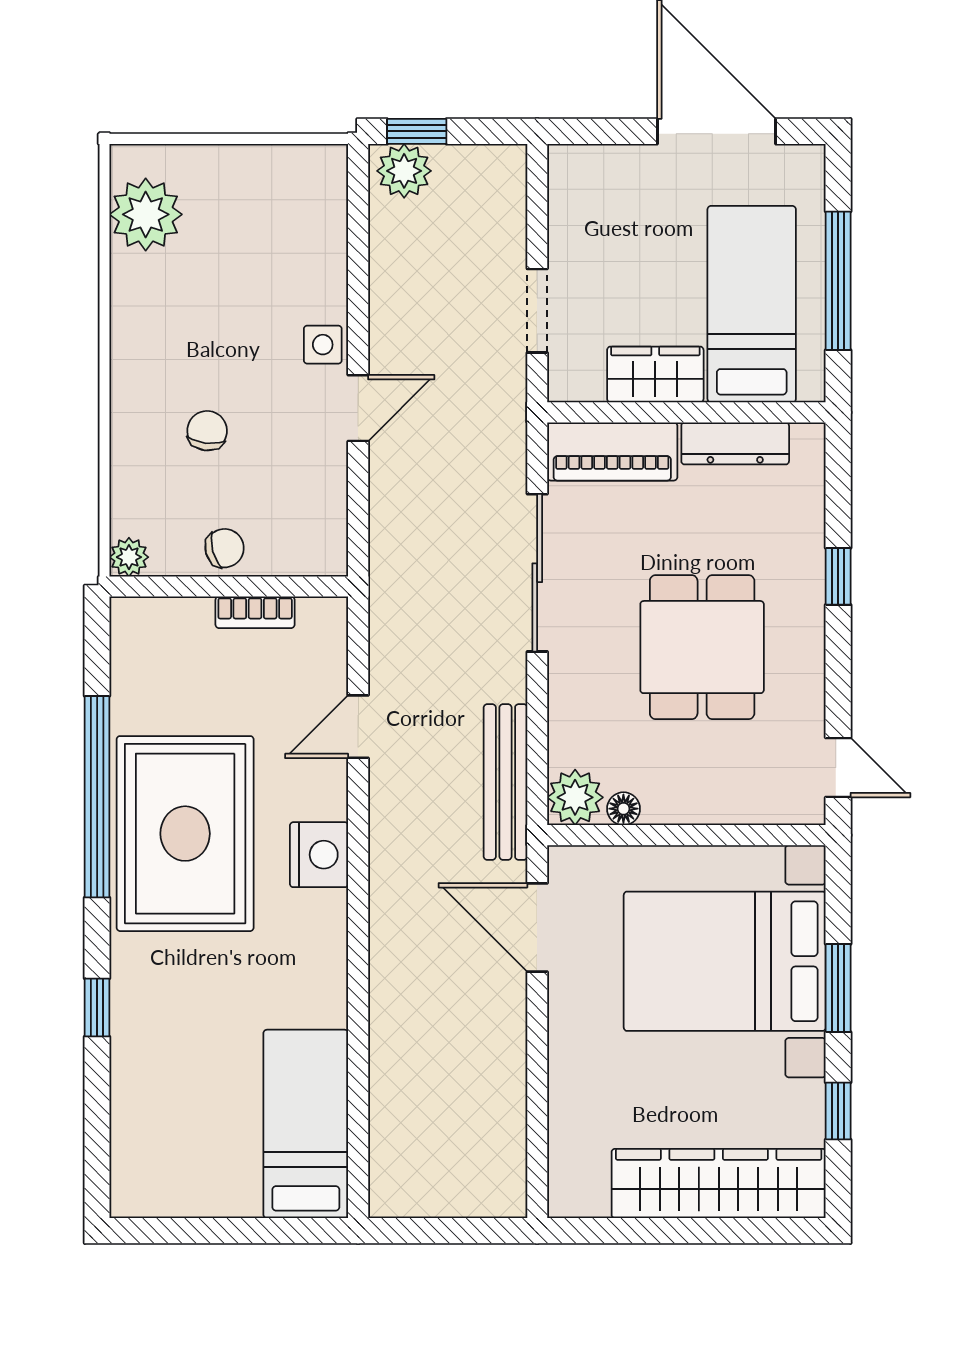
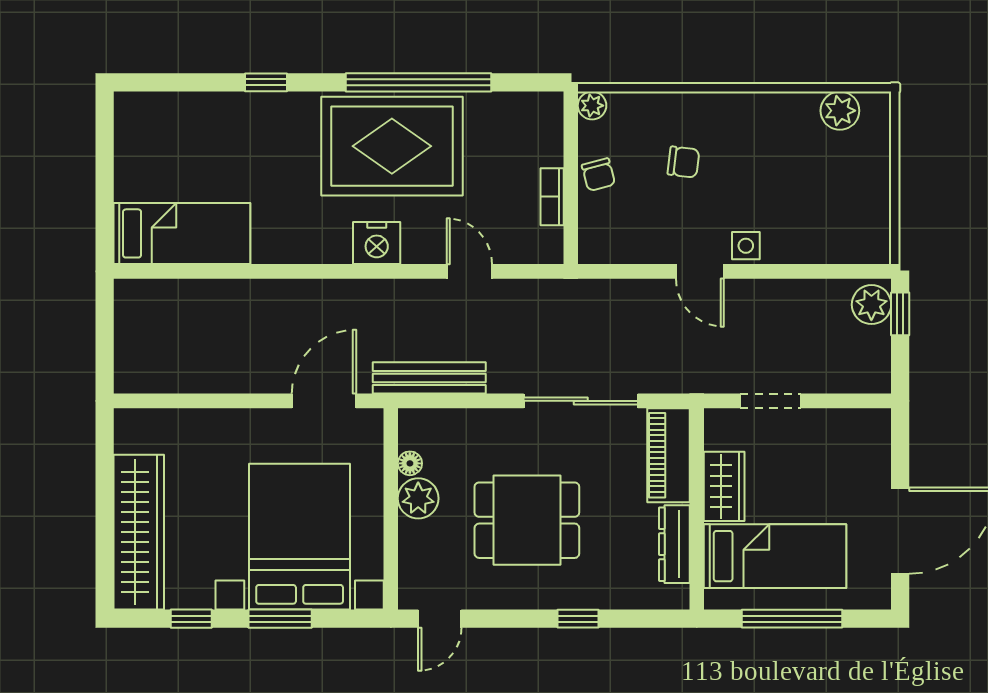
plant: (146, 214) -> (840, 111), width x0.73, depth x0.73
plant: (575, 797) -> (418, 498), moved

